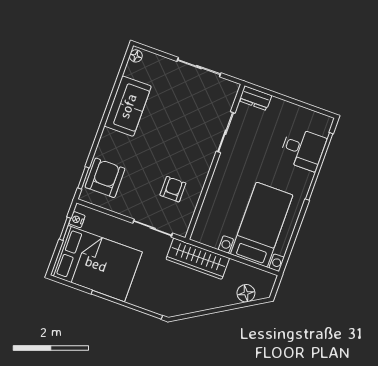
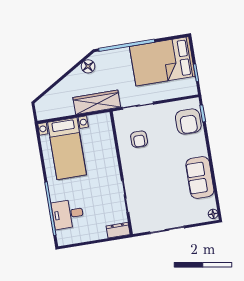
nightstand: (77, 220) -> (191, 83), removed
floor lamp: (246, 293) -> (88, 66), moved

